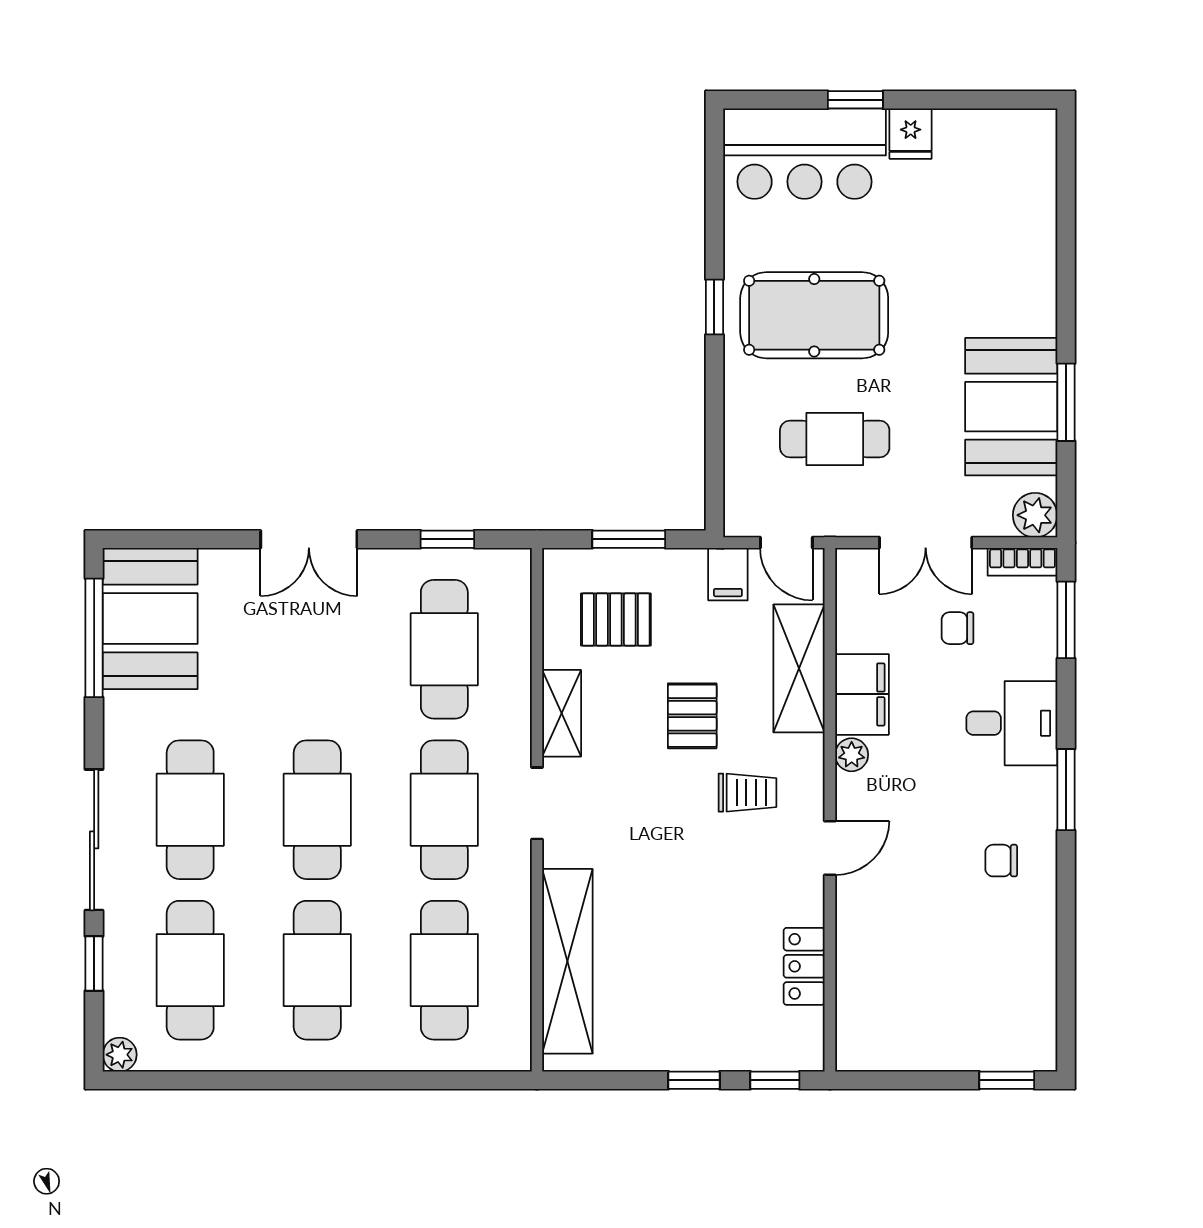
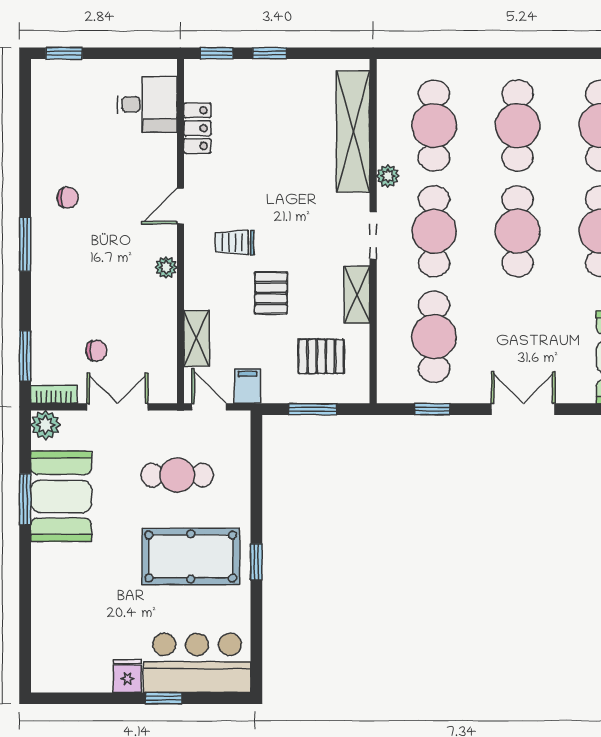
shelving: (799, 668) -> (196, 338), width x0.67, depth x0.75
filing cabinet: (862, 694) -> (159, 307), removed
desk: (1012, 723) -> (147, 104), moved, turned 180
plant: (515, 894) -> (388, 176), added

